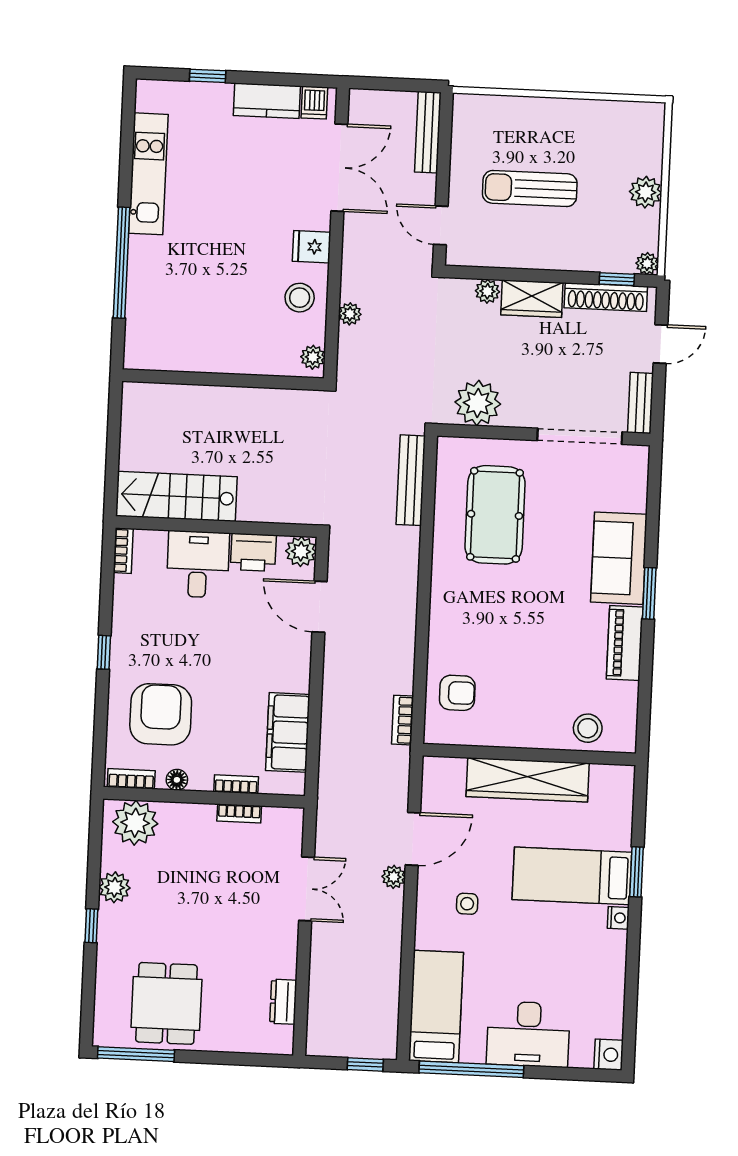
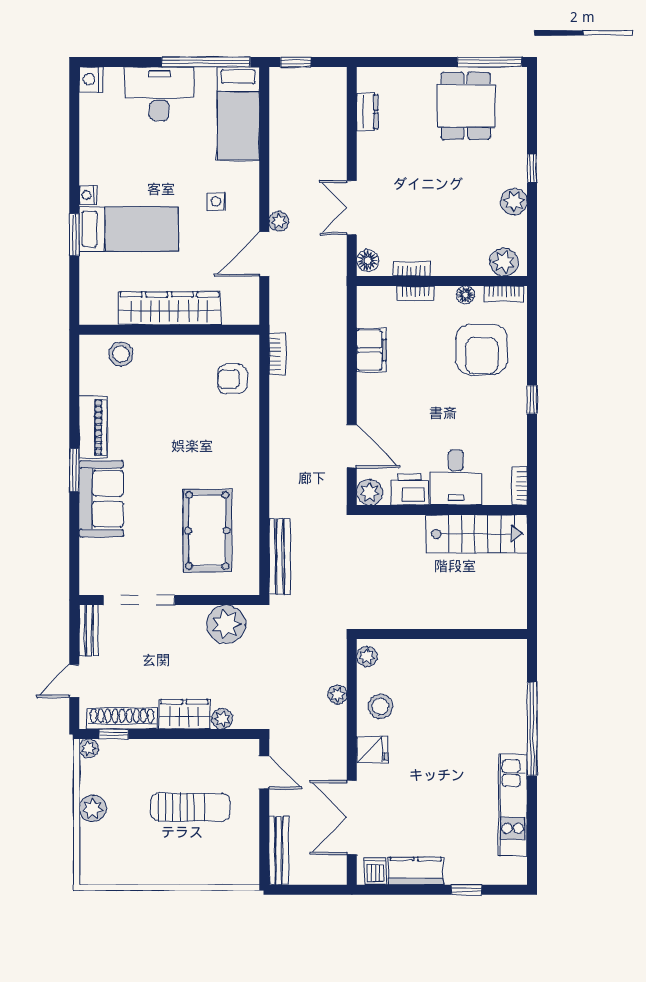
filing cabinet: (288, 732) -> (371, 350), width x0.67, depth x0.86
plant: (135, 823) -> (504, 262), width x0.73, depth x0.73
floor lamp: (291, 826) -> (368, 261), added

